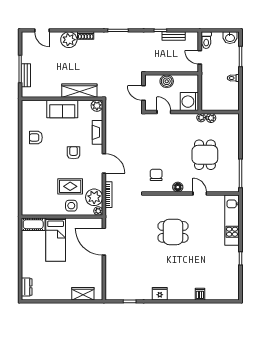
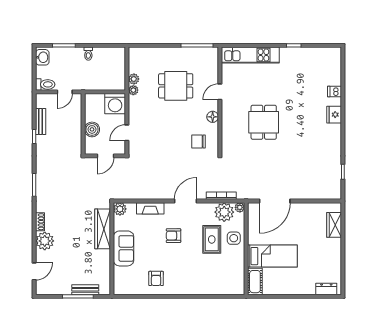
fridge: (160, 294) -> (334, 115), moved

